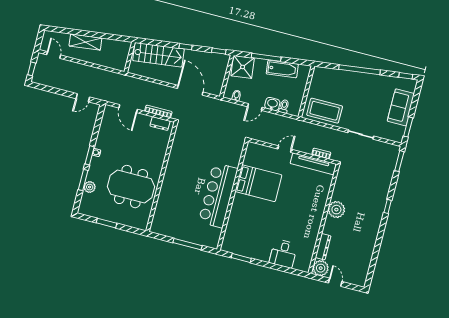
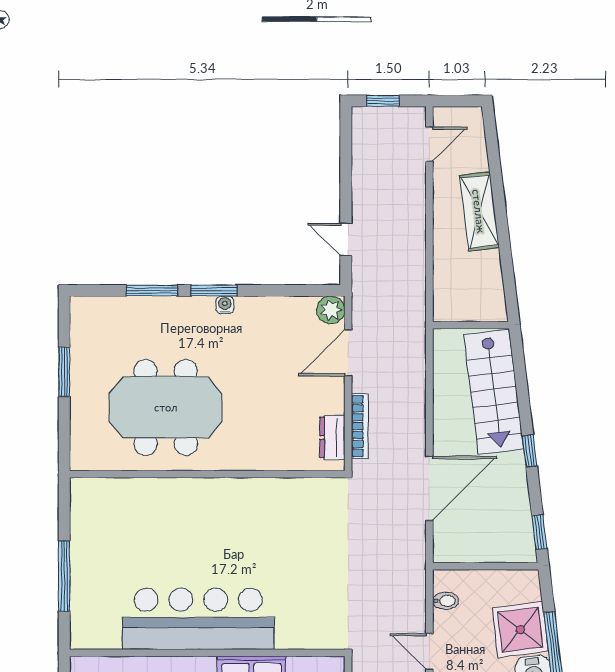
shower: (243, 67) -> (520, 630), moved
plant: (90, 187) -> (331, 310), moved
meeting table: (131, 187) -> (166, 407), turned 90

